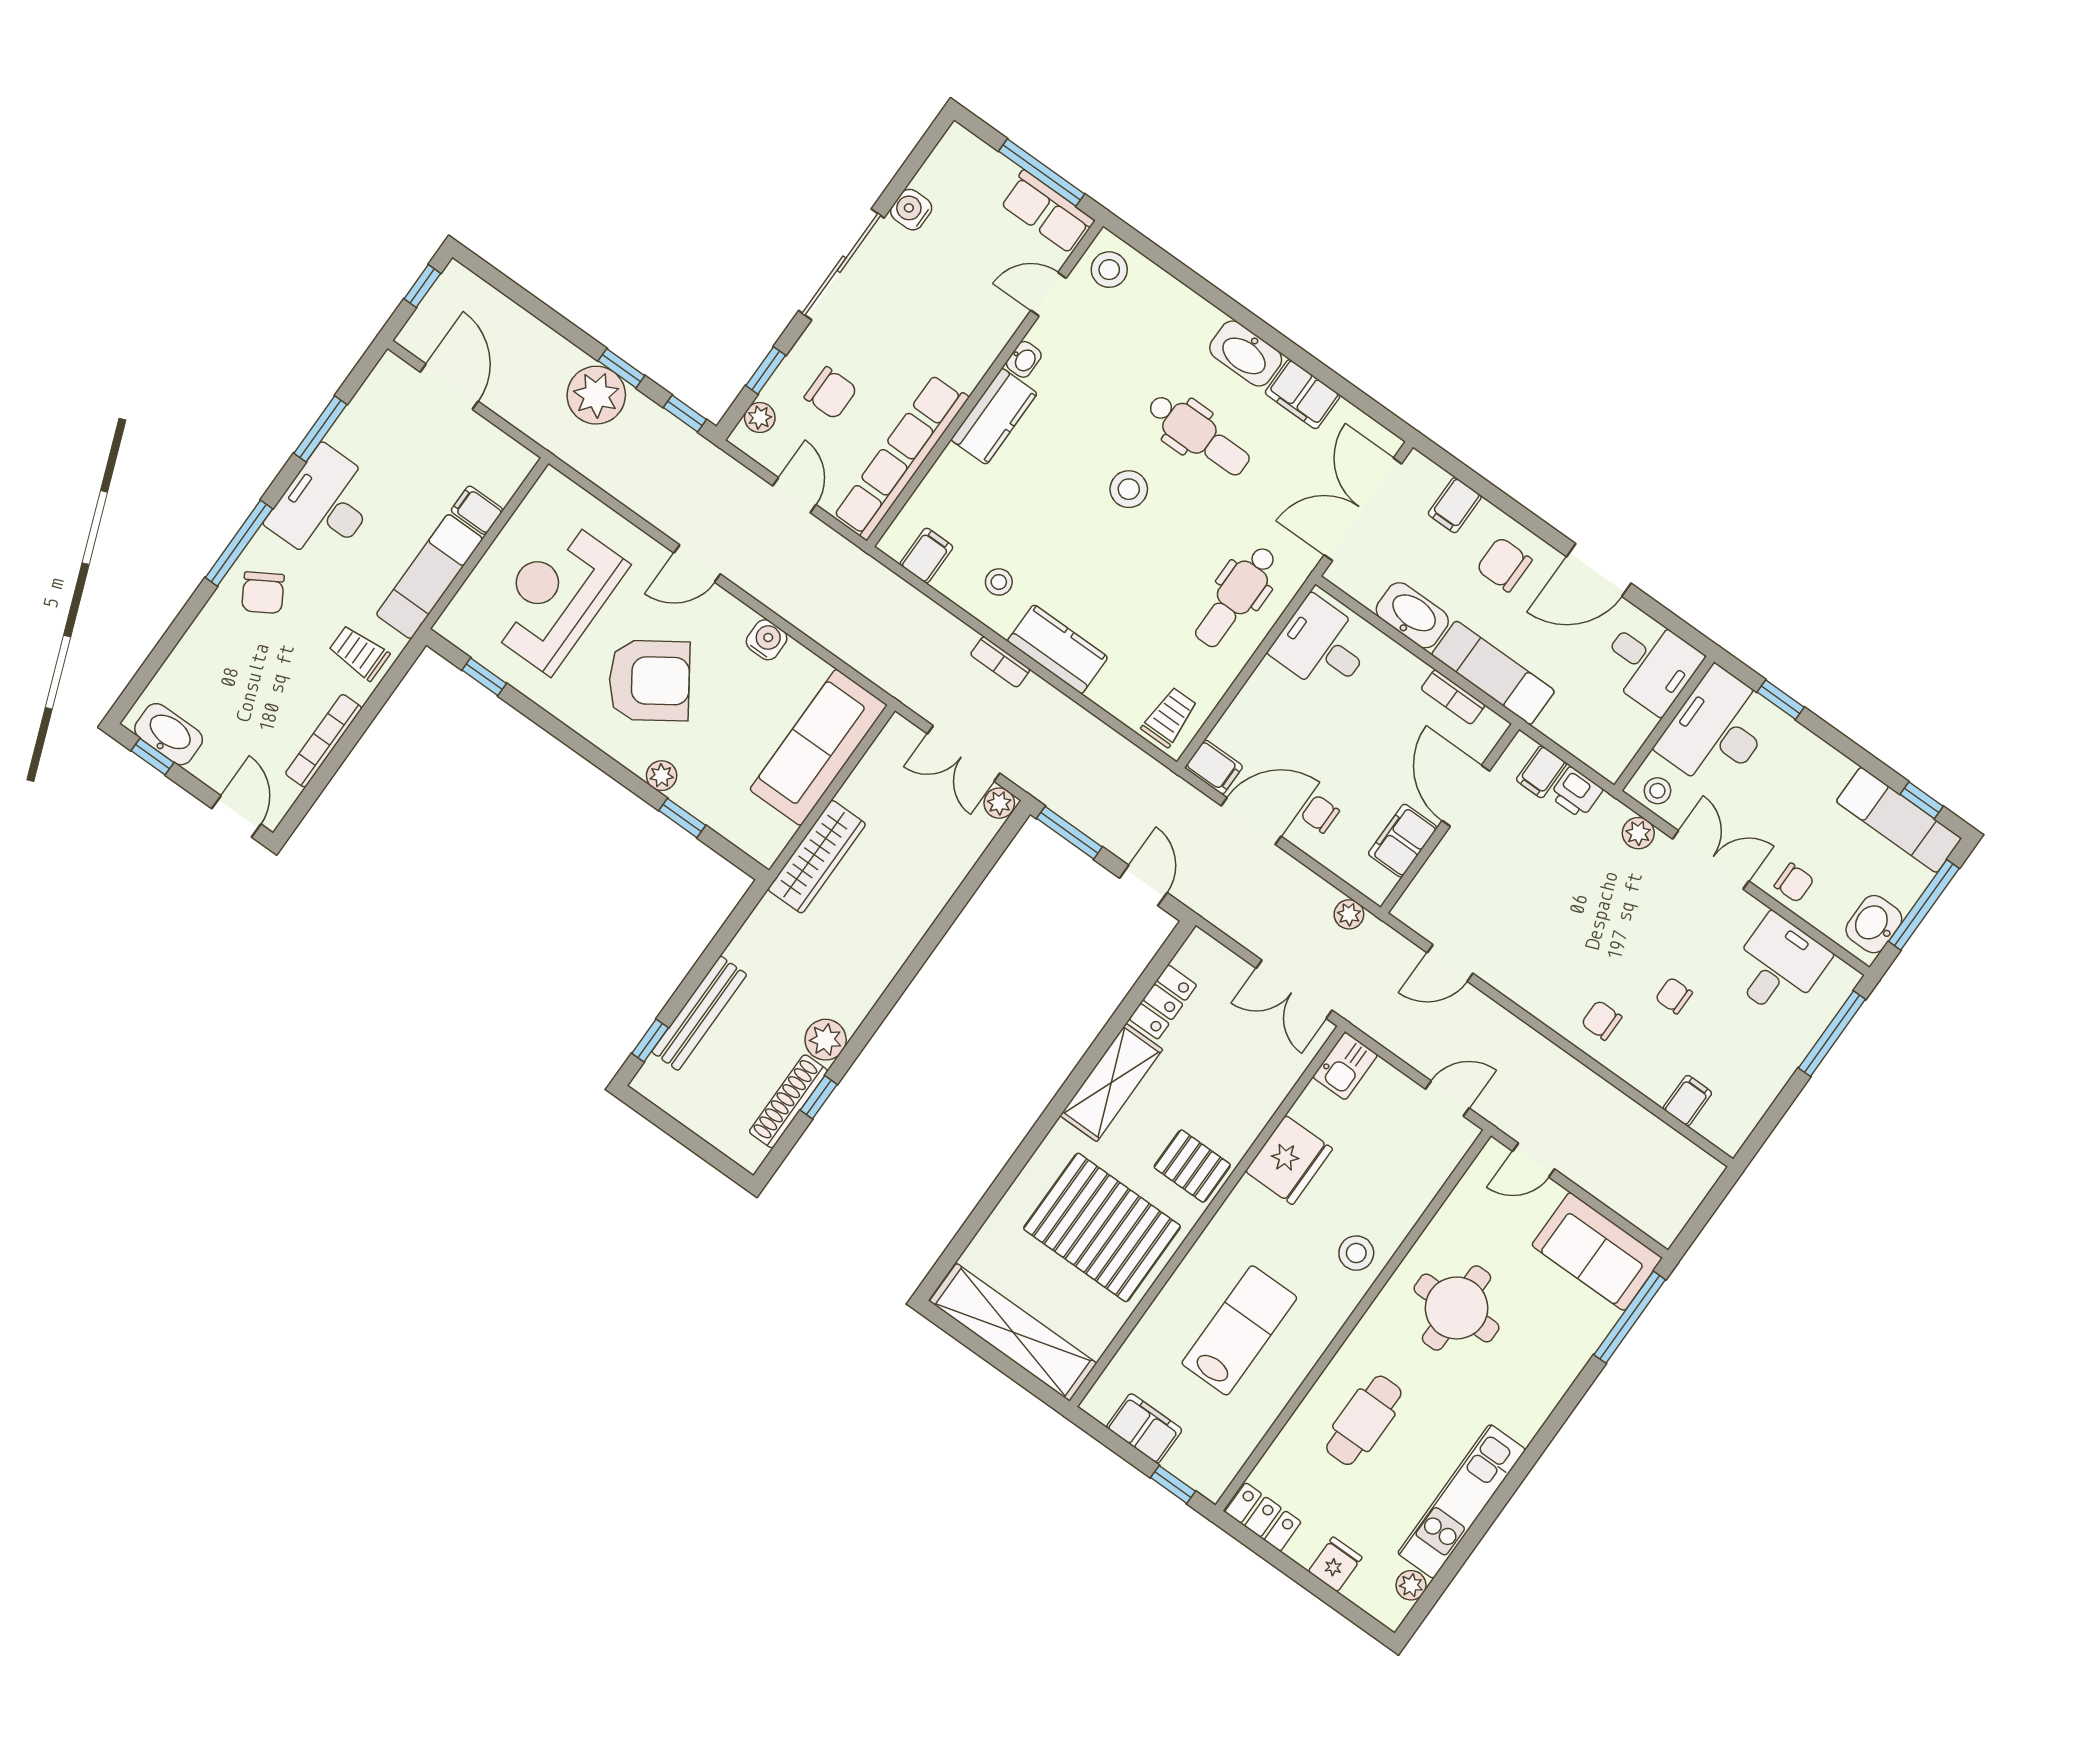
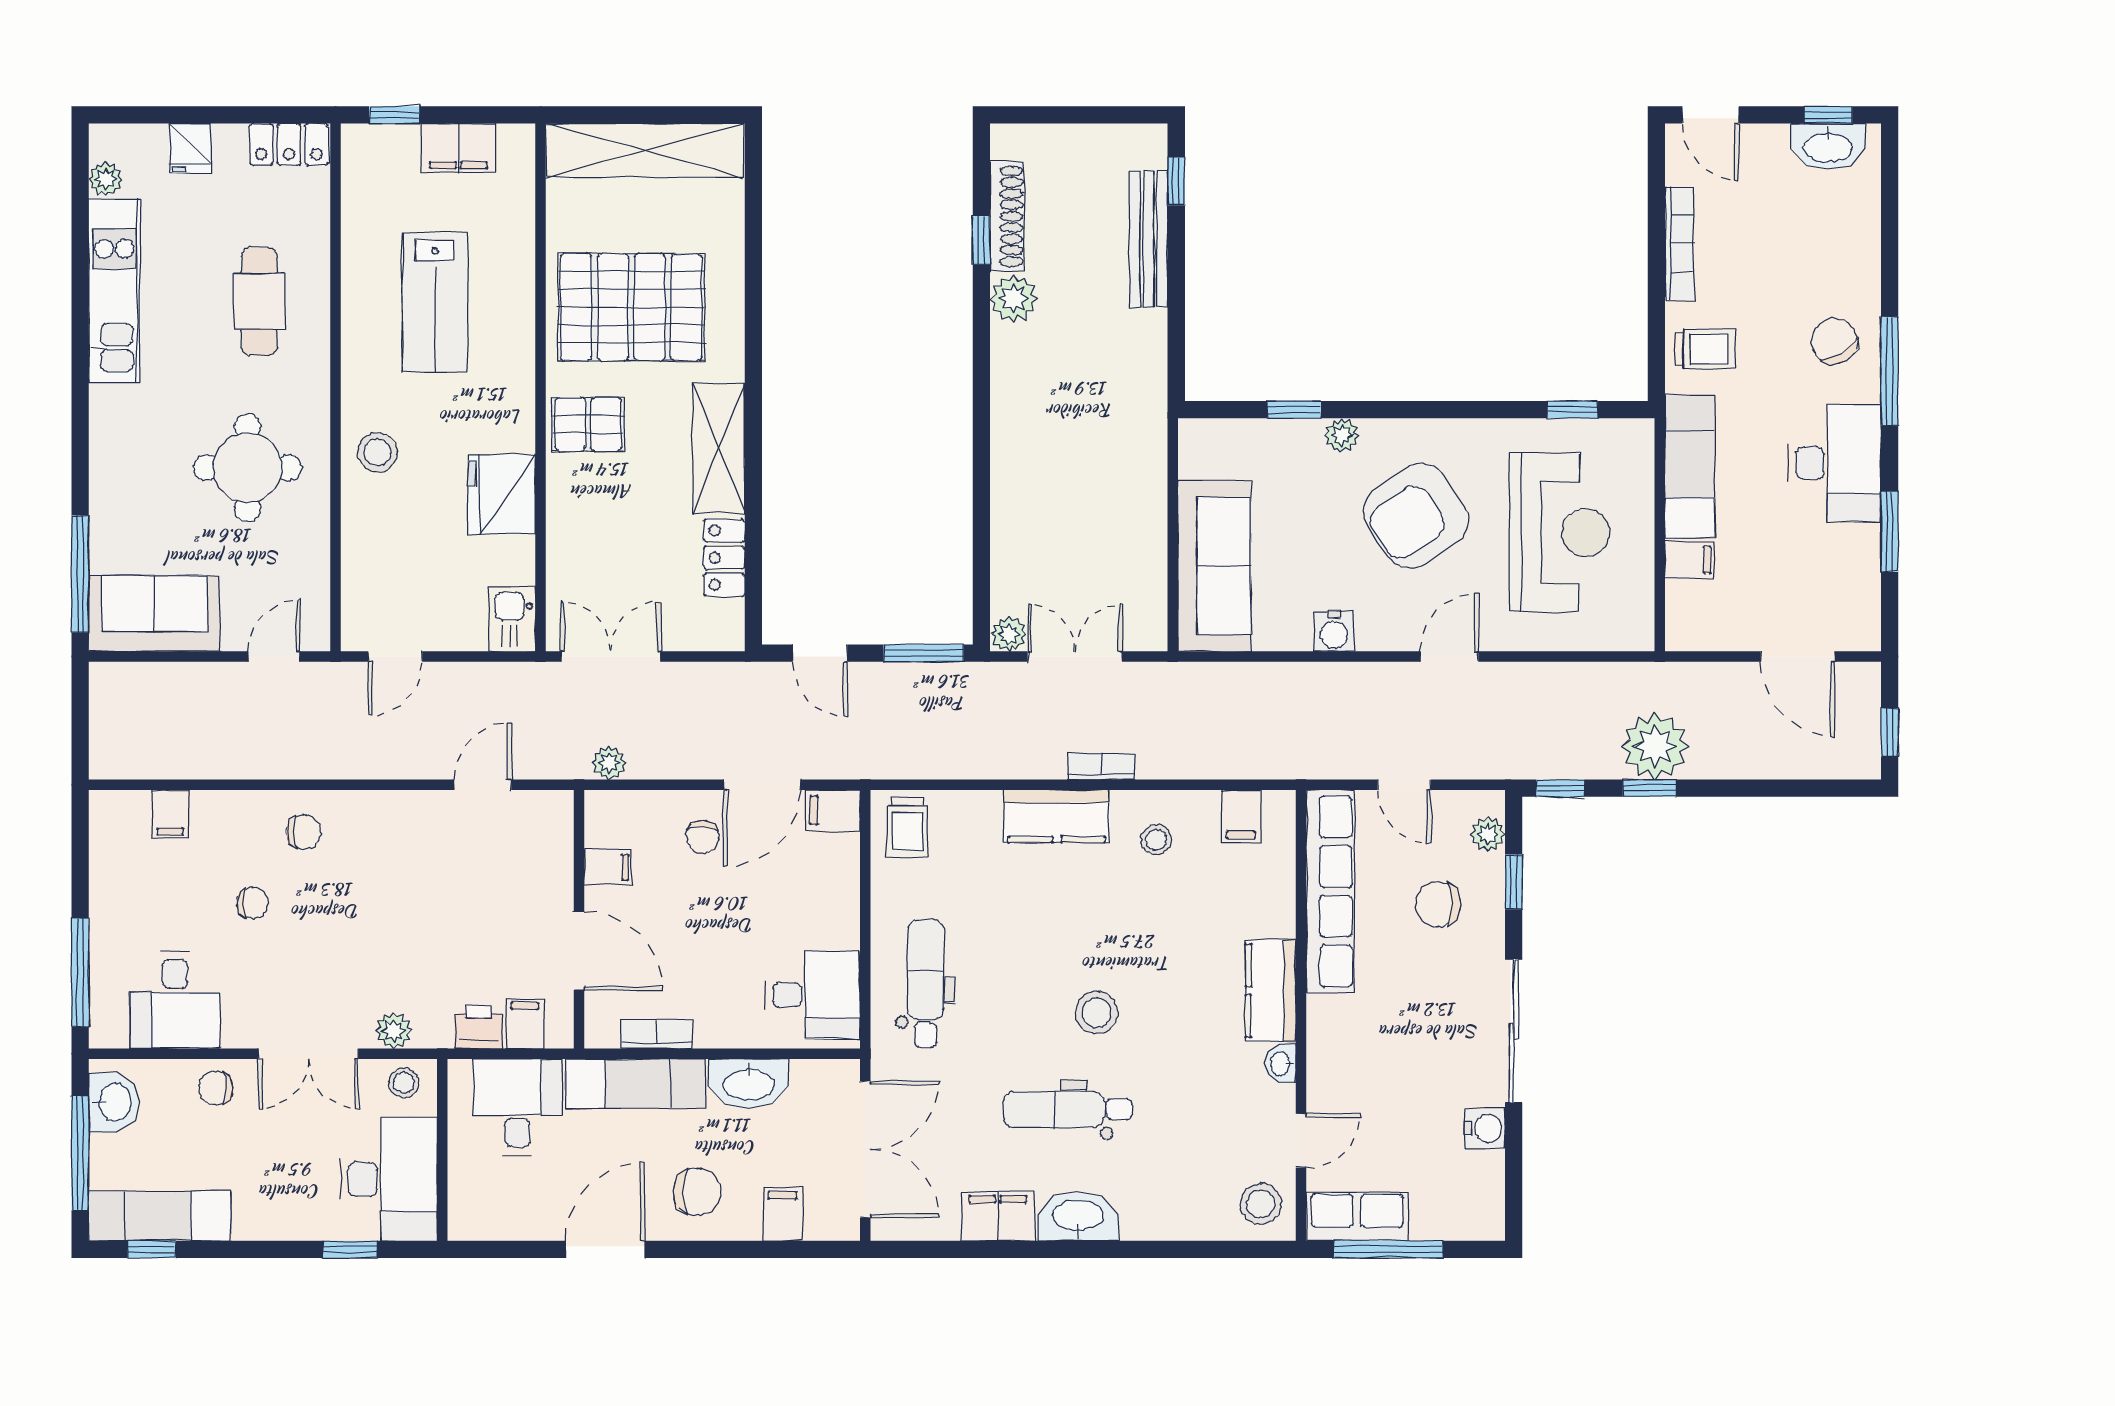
desk: (1650, 663) -> (518, 1107), moved, turned 90
chair: (1320, 814) -> (703, 837), turned 91
filing cabinet: (1403, 841) -> (608, 867), width x0.50
wardrobe: (817, 857) -> (1143, 463), removed

